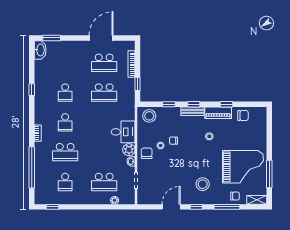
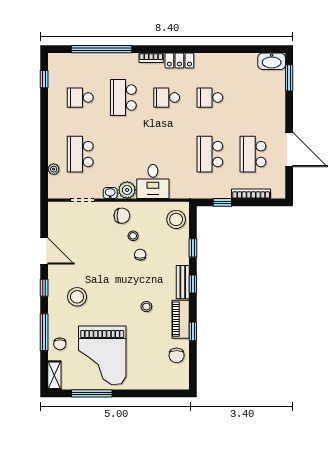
window: (32, 90) -> (214, 49), removed
locker: (40, 114) -> (179, 61), added

